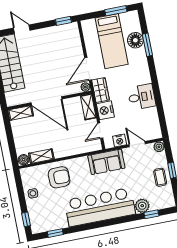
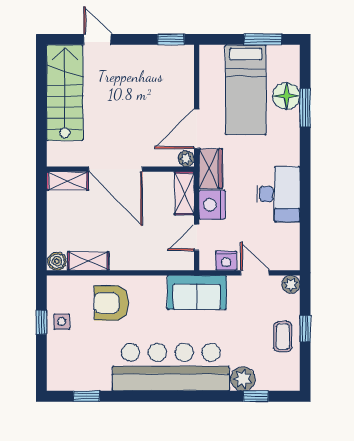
desk: (142, 97) -> (278, 194), width x1.37
armchair: (59, 177) -> (111, 303), turned 180
window: (26, 219) -> (41, 322), moved

